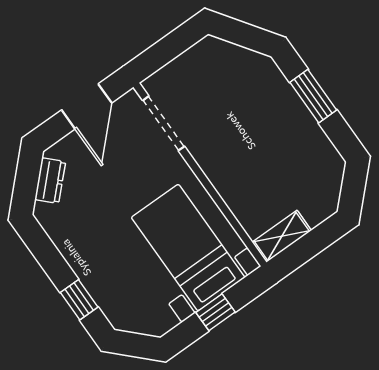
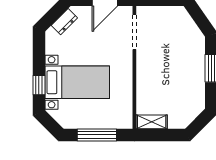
bed with nightstands: (188, 248) -> (77, 82), moved, turned 90
window: (216, 312) -> (97, 135), width x2.17

